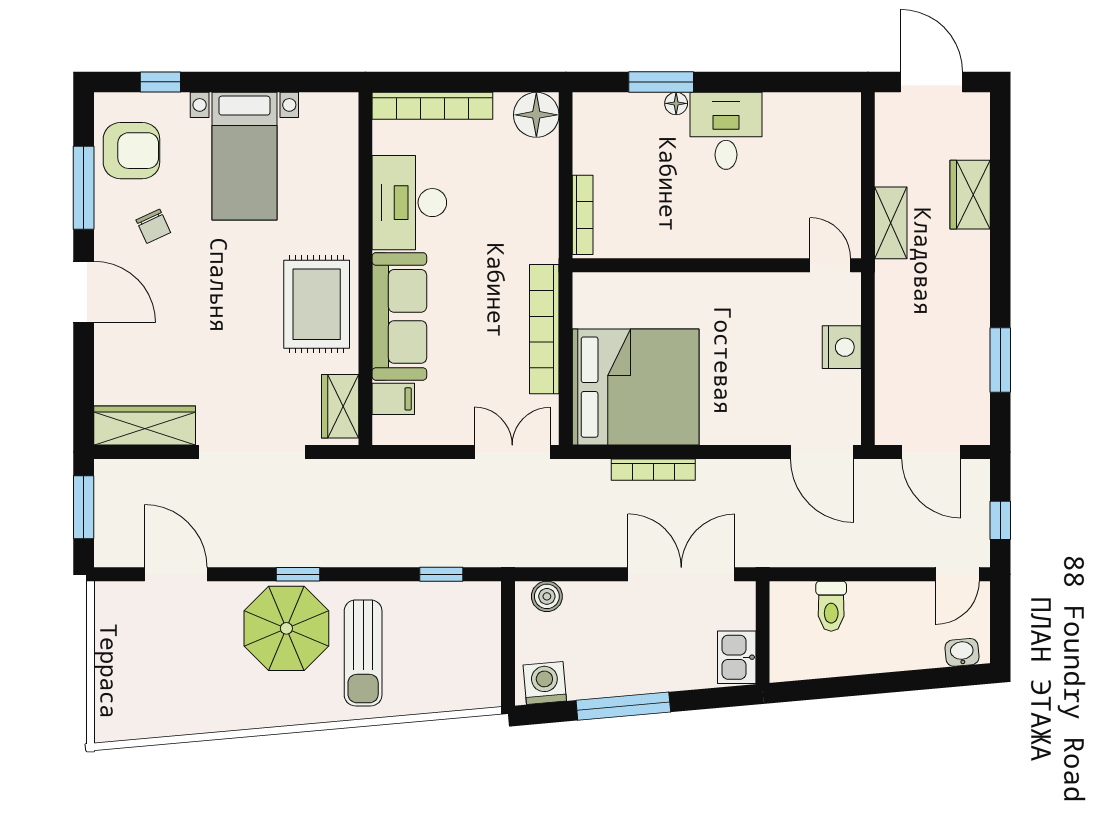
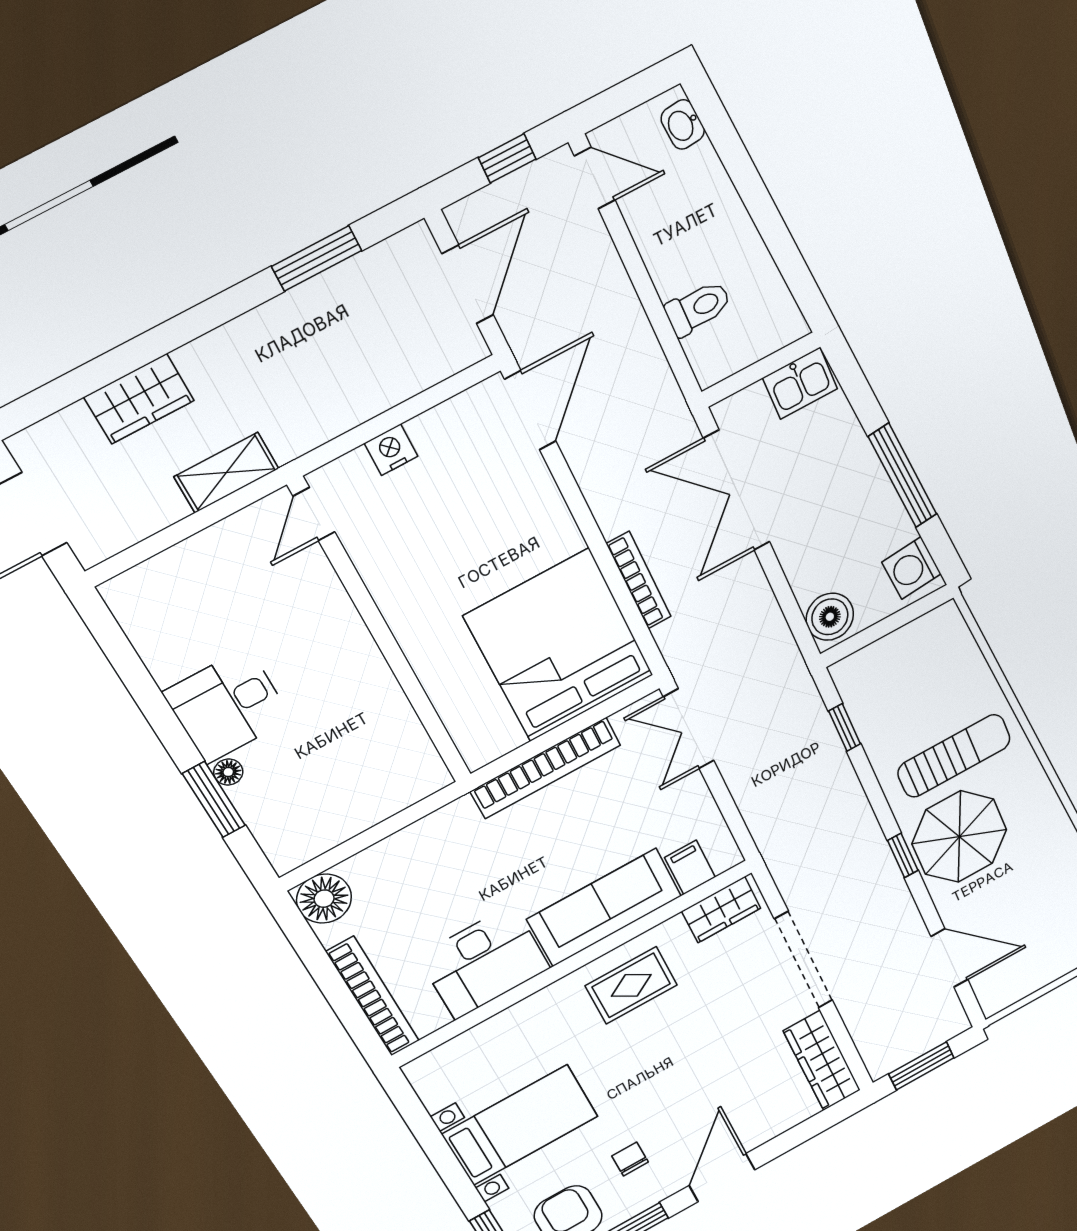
bookcase: (583, 215) -> (404, 797), removed
chair: (153, 226) -> (630, 1159), turned -65
rug: (317, 304) -> (631, 985), width x0.73, depth x0.70
nightstand: (842, 347) -> (391, 450), width x0.74, depth x0.75
door: (176, 574) -> (949, 958), swing flipped
boiler: (547, 596) -> (830, 617), width x1.36, depth x1.36

